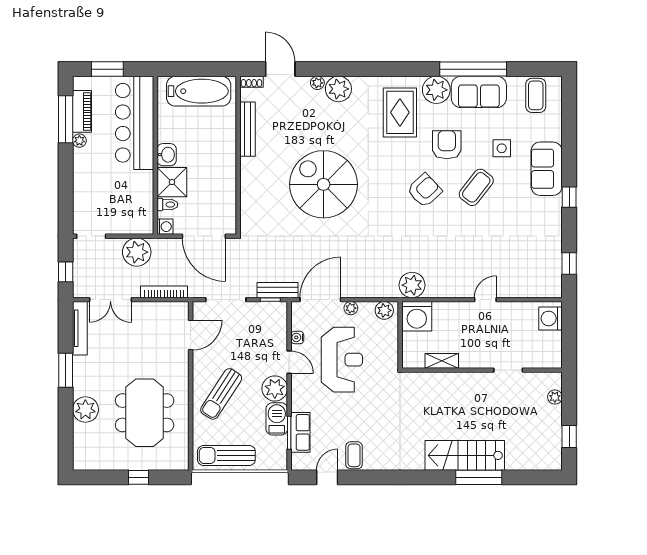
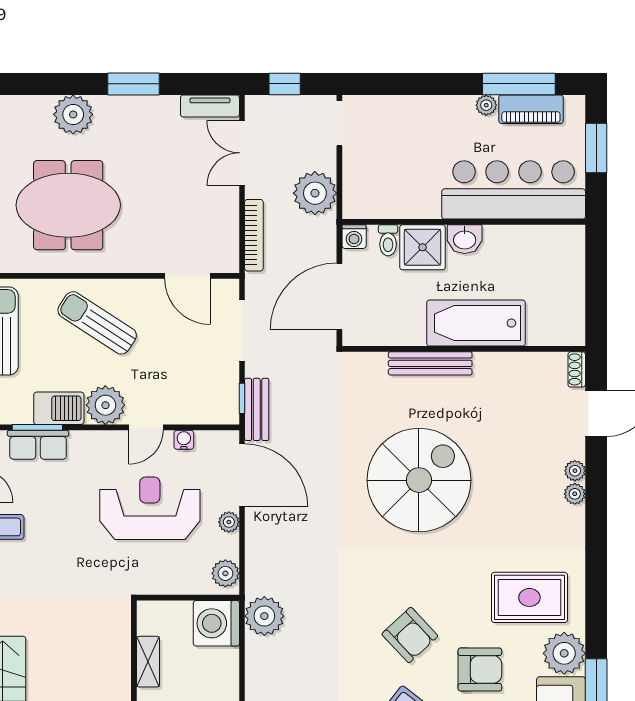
plant: (338, 89) -> (575, 494), width x0.53, depth x0.53
bathtub: (199, 91) -> (476, 323), moved, turned 90
bench: (248, 129) -> (430, 363), moved
tv unit: (80, 328) -> (210, 106), width x0.71
reception desk: (342, 360) -> (150, 508), turned 180

